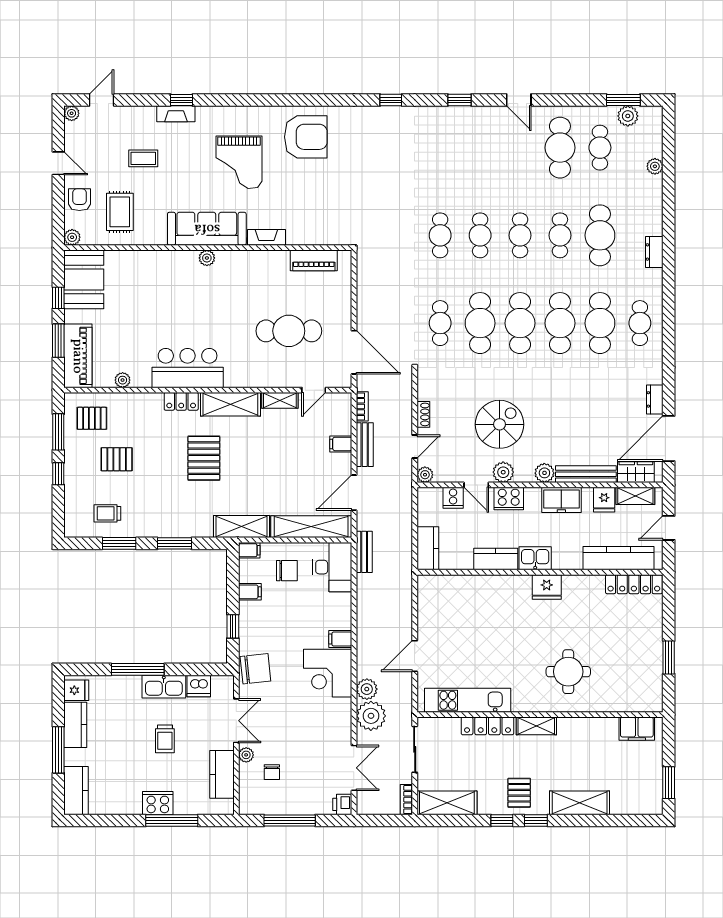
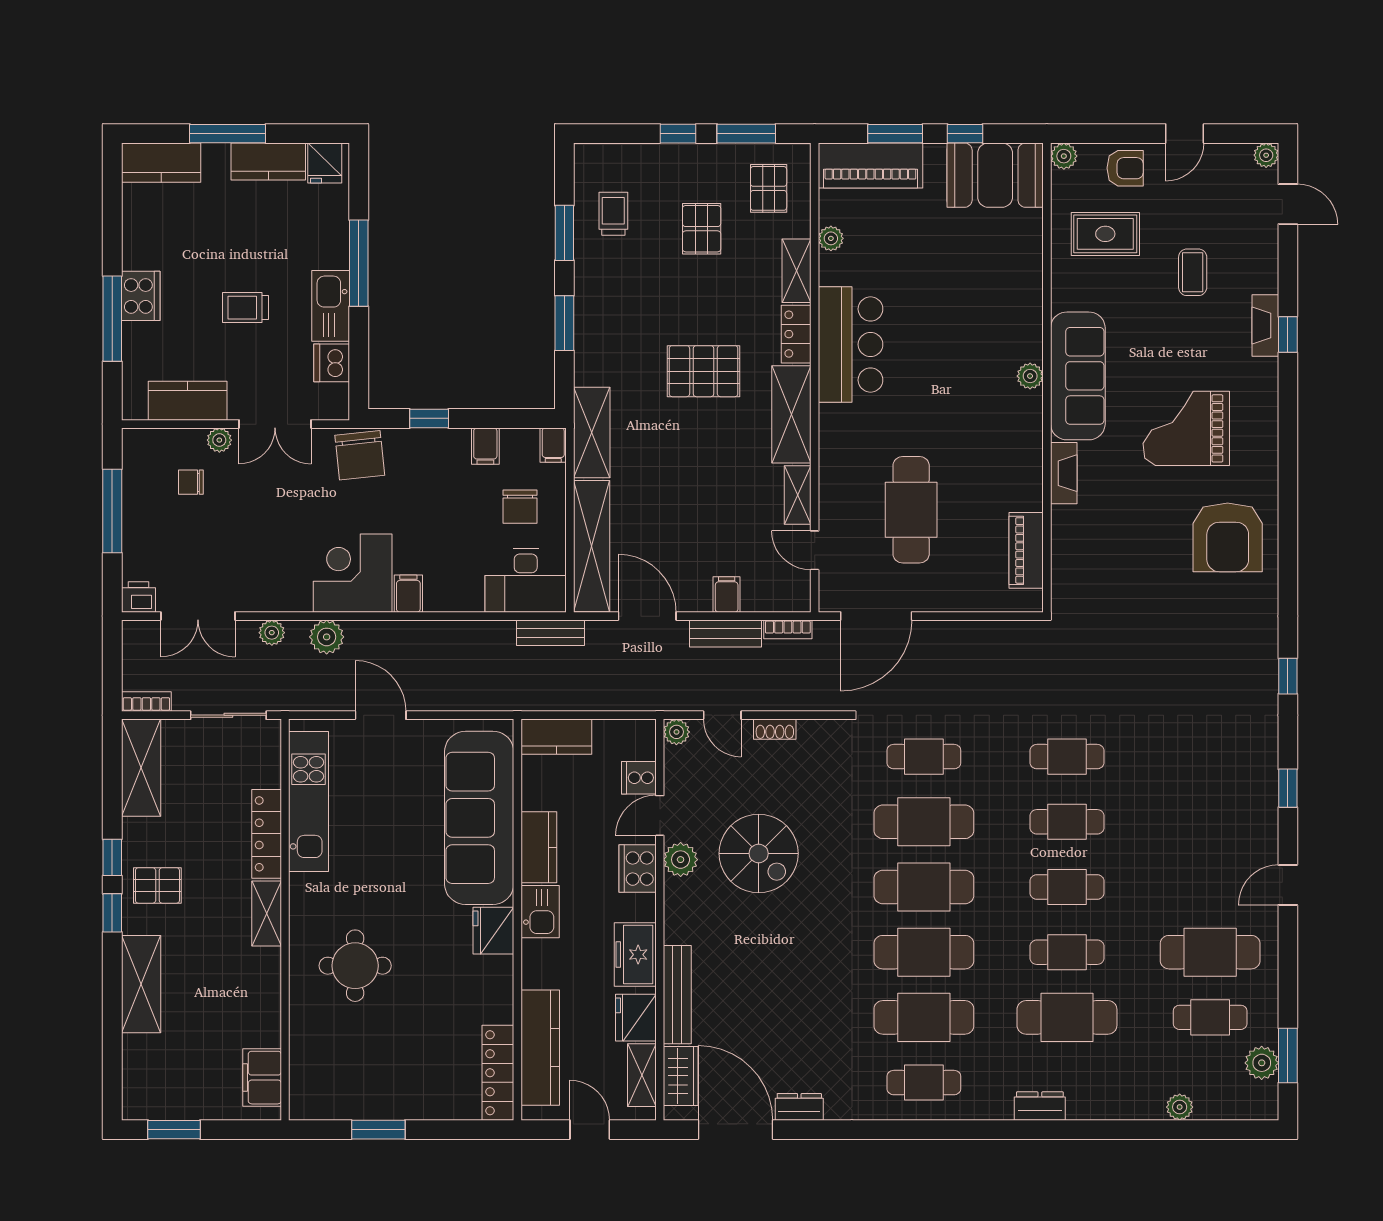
shelving: (142, 401) -> (797, 271), added
plant: (544, 473) -> (679, 927), removed
fridge: (604, 500) -> (636, 1018), width x1.38
sofa: (478, 596) -> (479, 818), added
plant: (371, 716) -> (272, 633), width x0.53, depth x0.53

